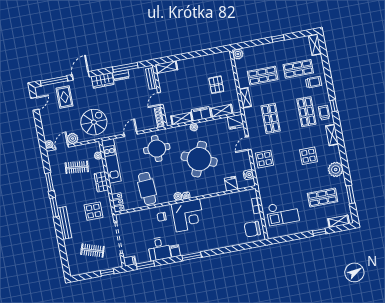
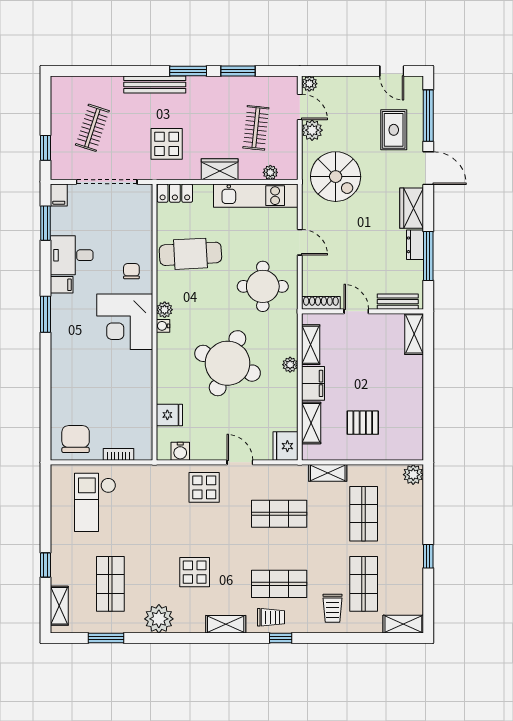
rug: (65, 97) -> (394, 130), turned 90

